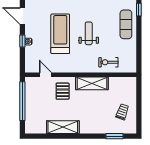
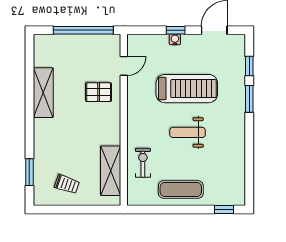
exercise mat: (126, 24) -> (181, 189), moved
weight bench: (89, 33) -> (188, 132), turned 180
shelving: (92, 83) -> (111, 171), moved

